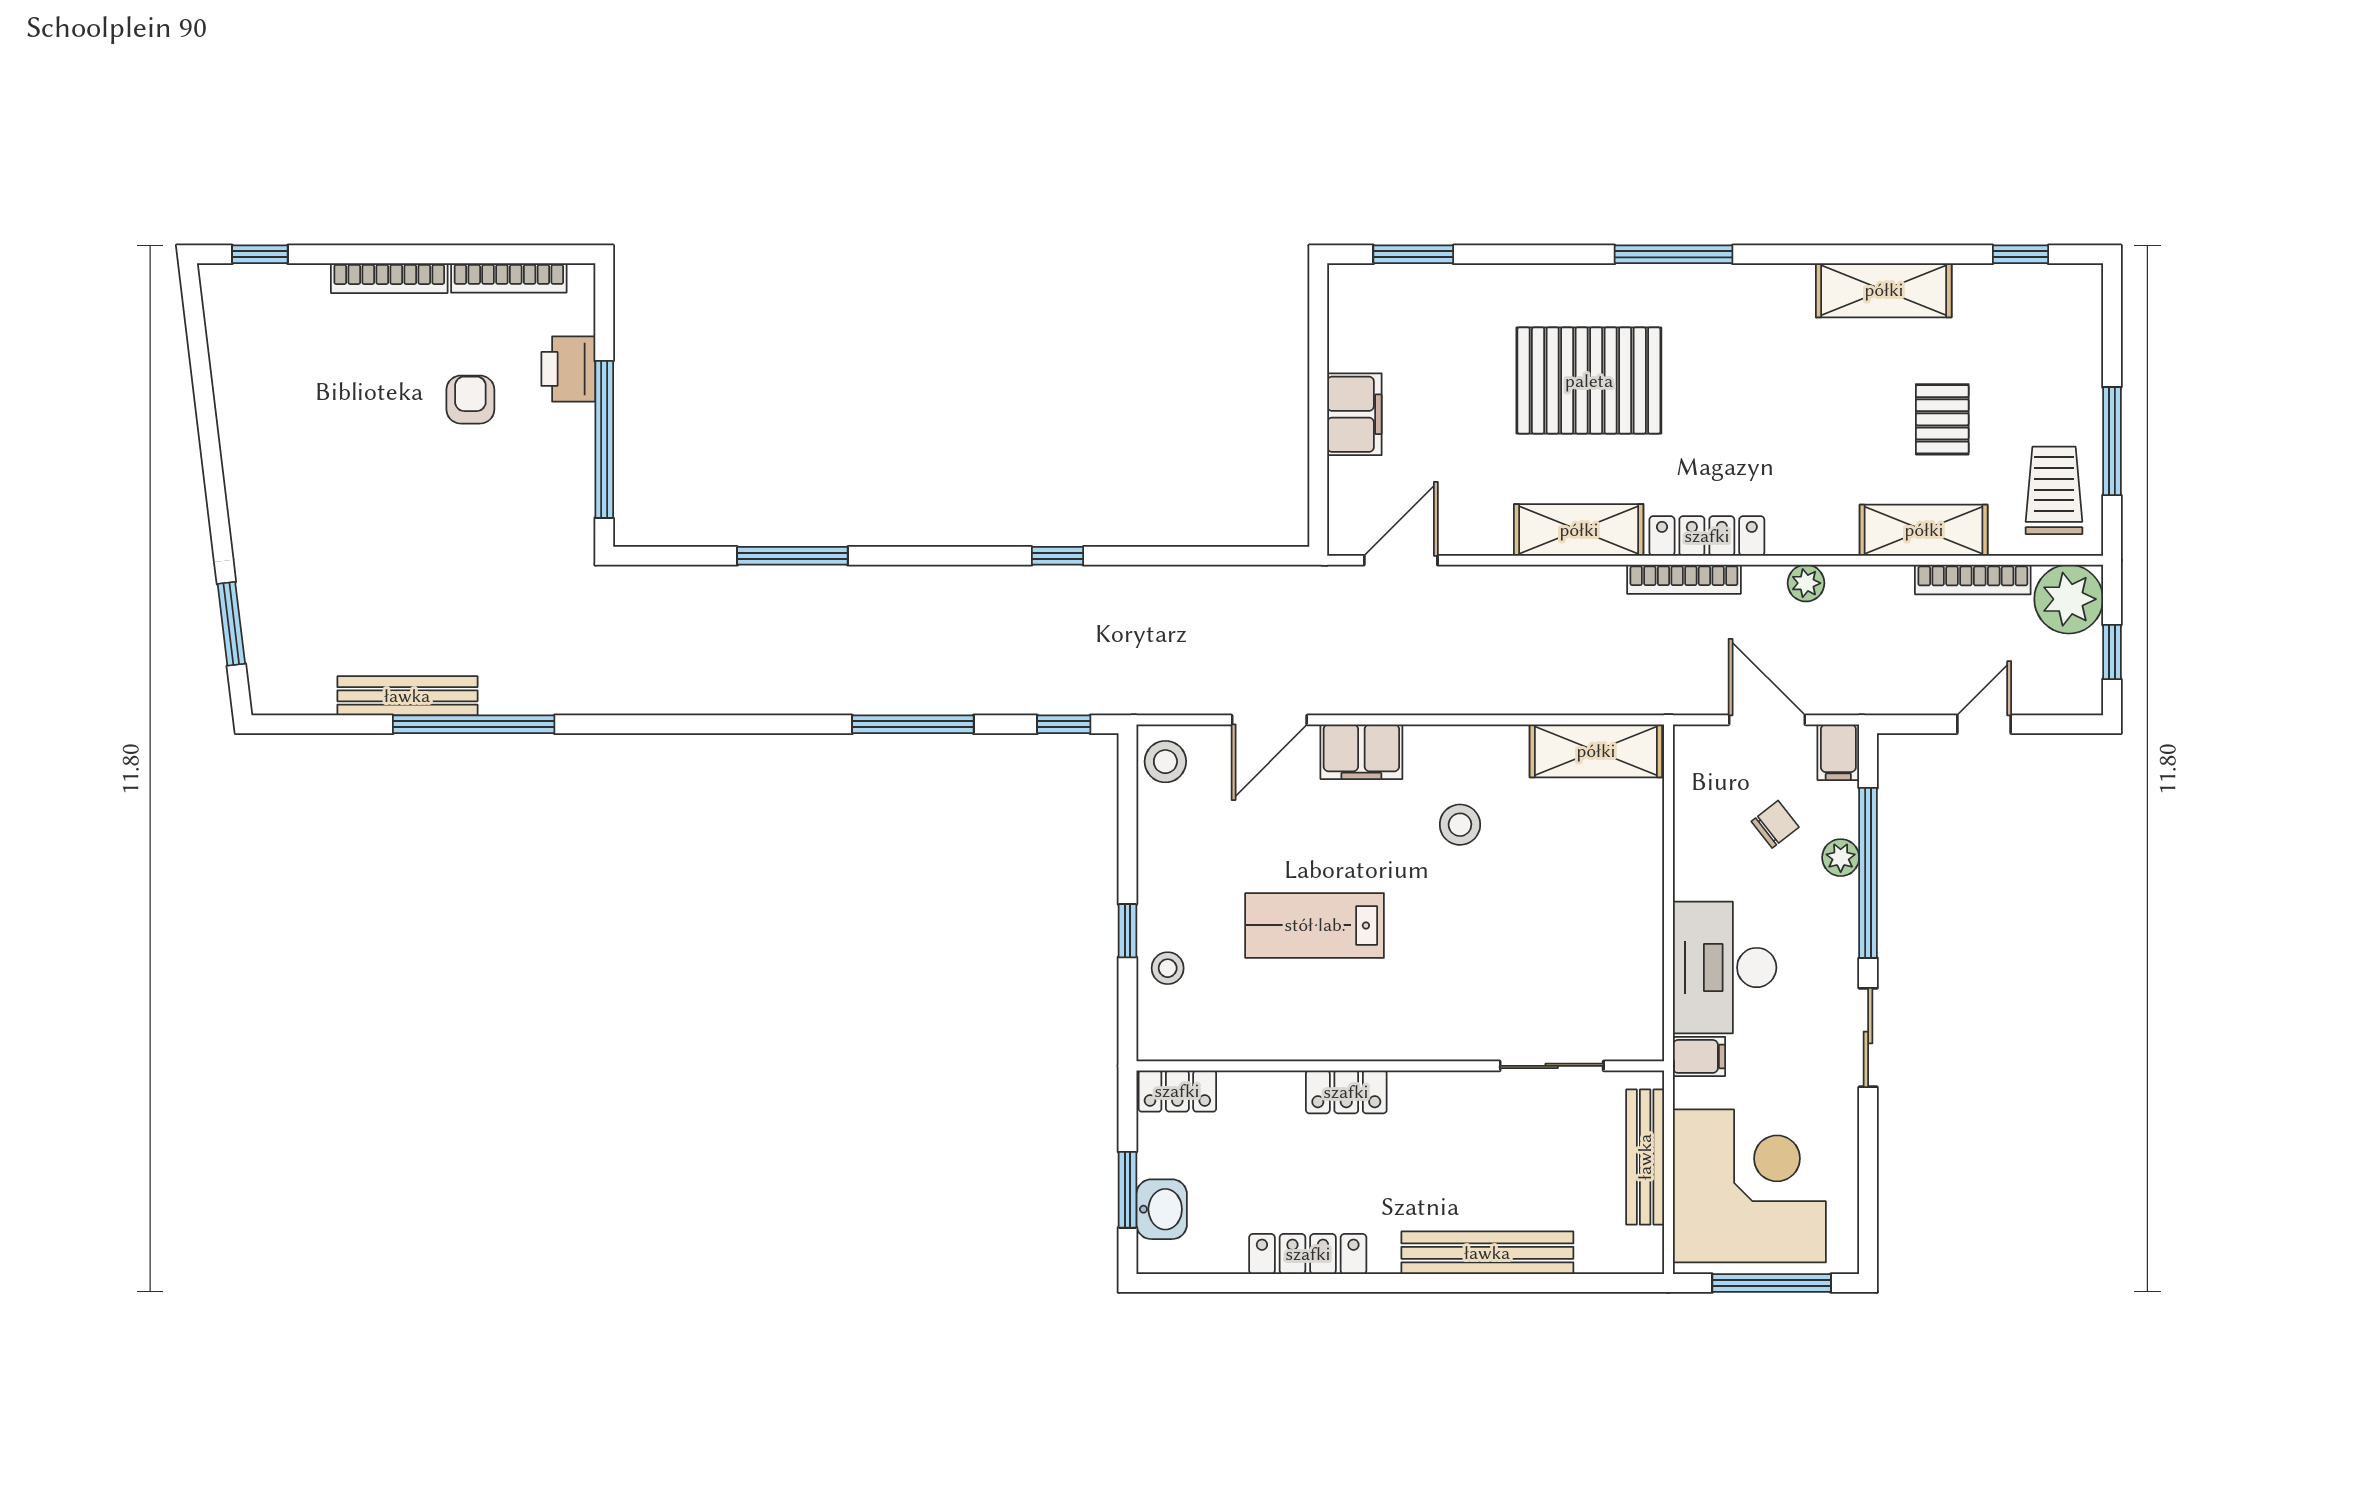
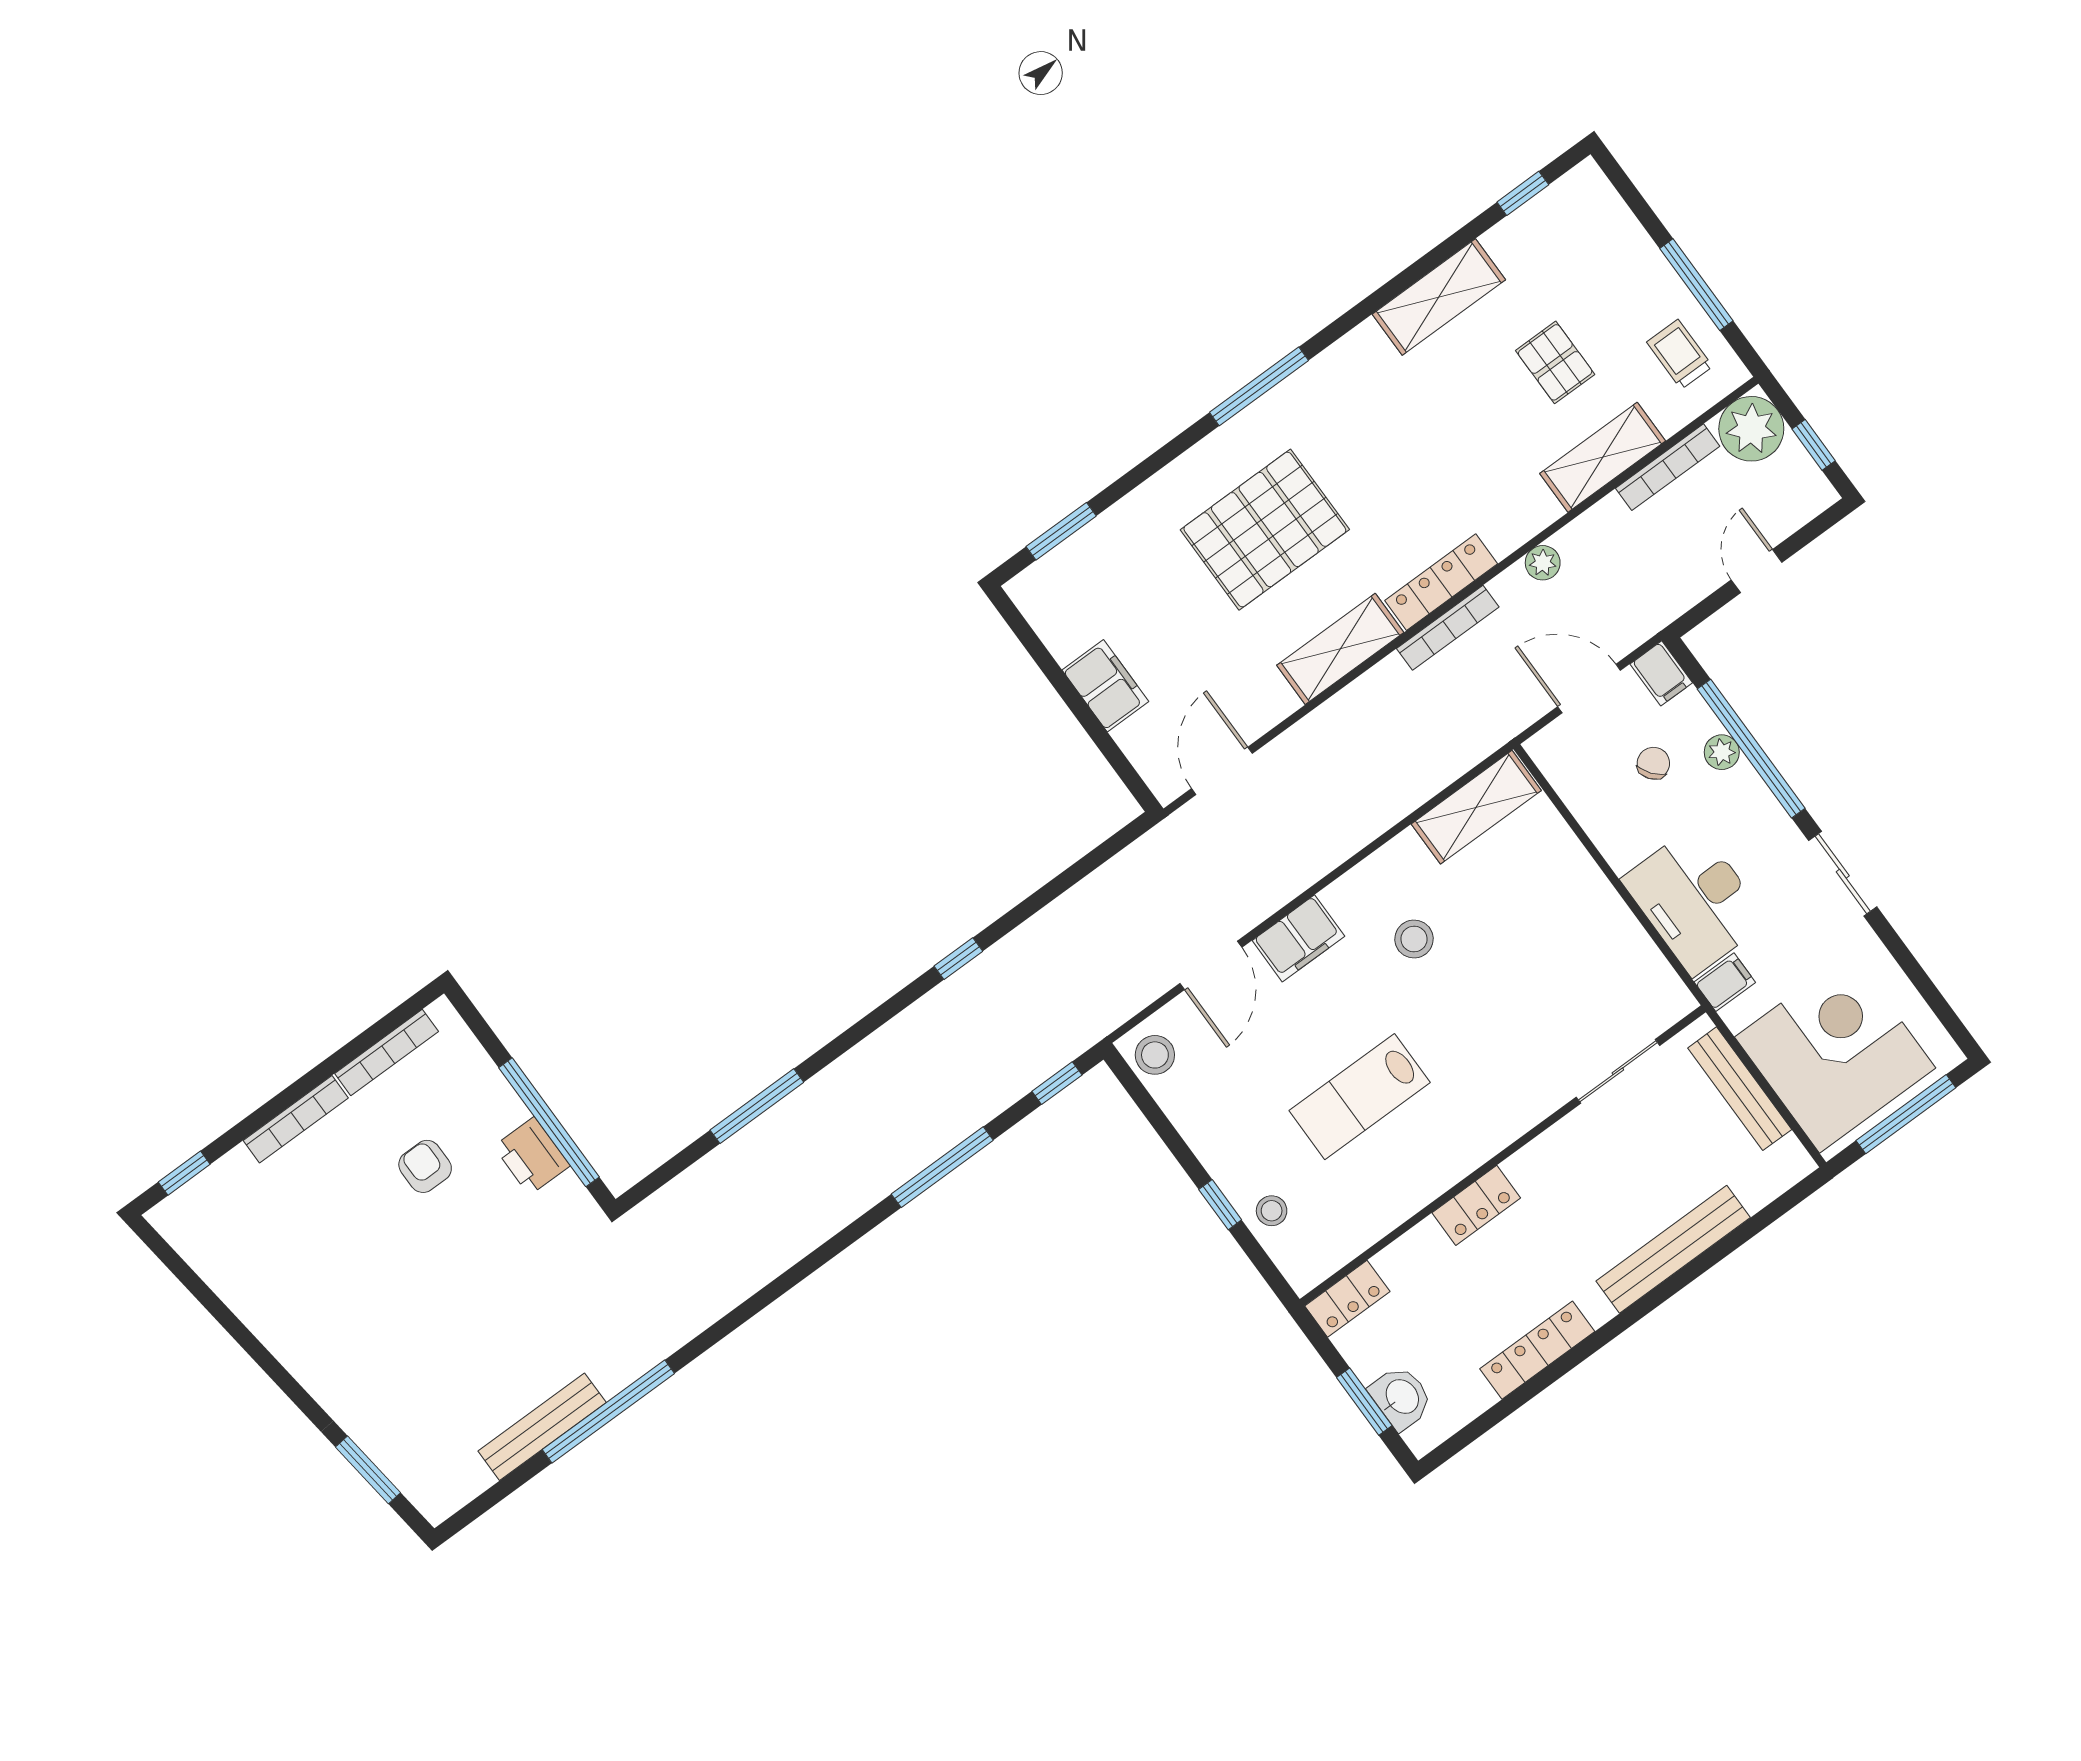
printer: (568, 369) -> (532, 1156), moved
trolley: (2054, 490) -> (1680, 354), width x0.73, depth x0.72

